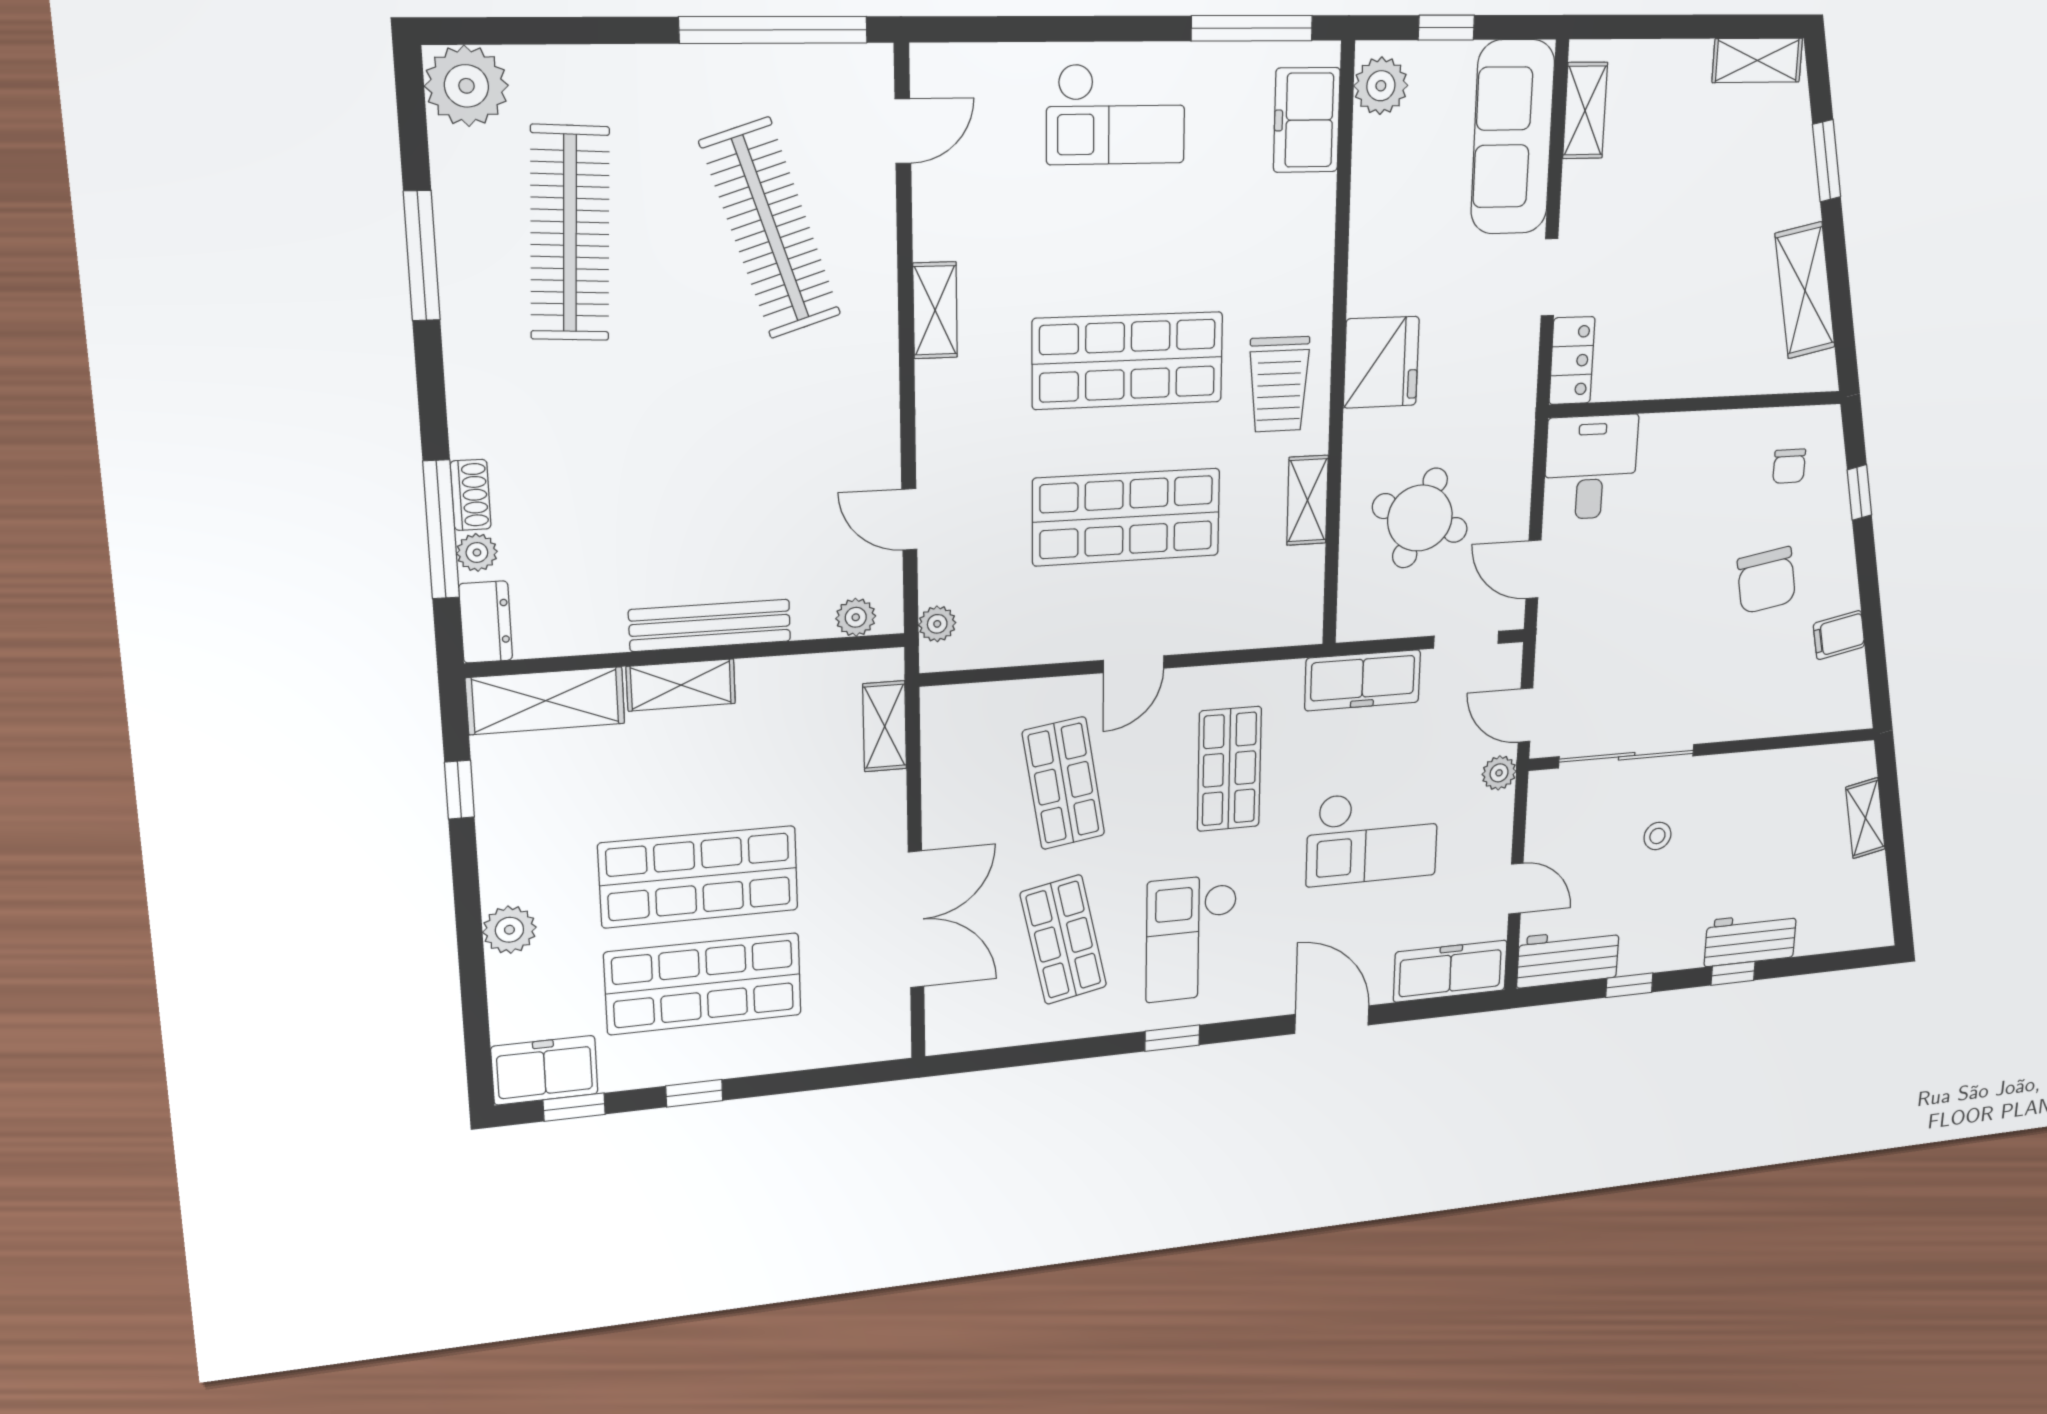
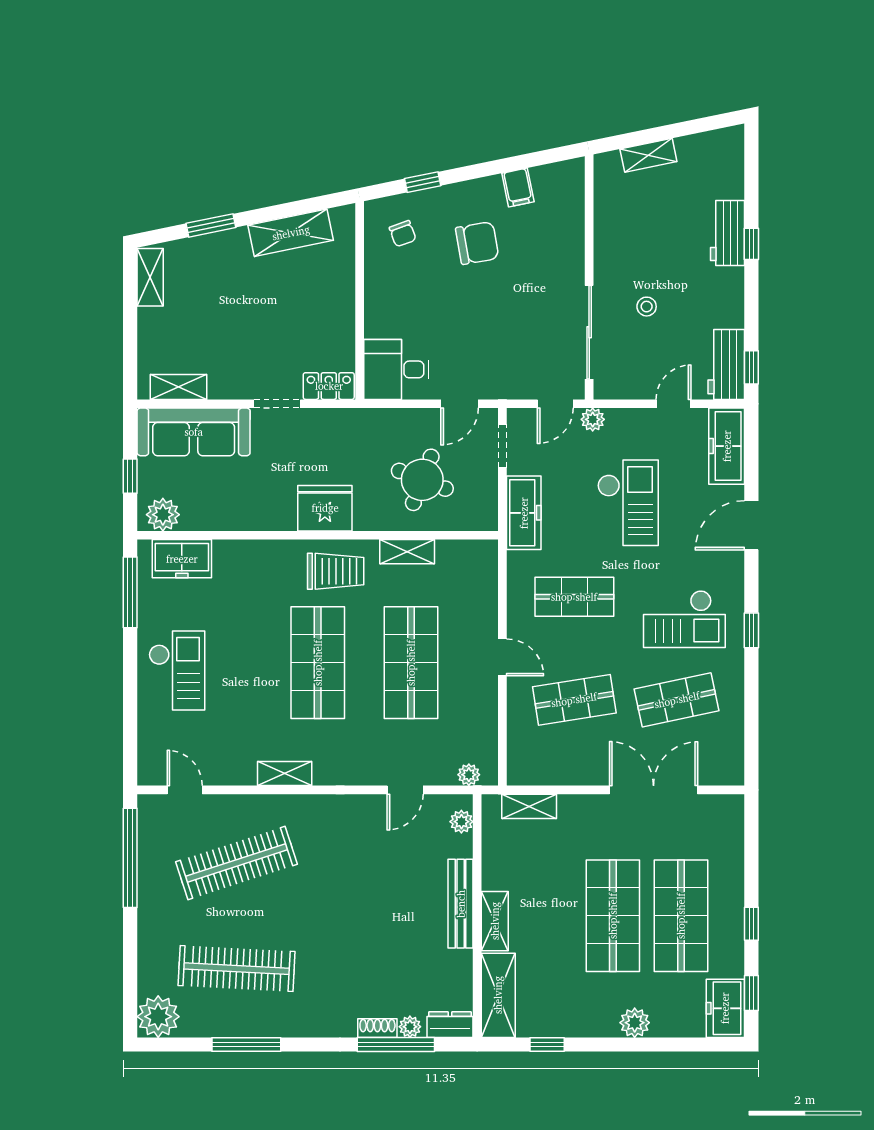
chair: (1789, 466) -> (403, 234), turned 70
window: (1629, 985) -> (751, 367), moved

